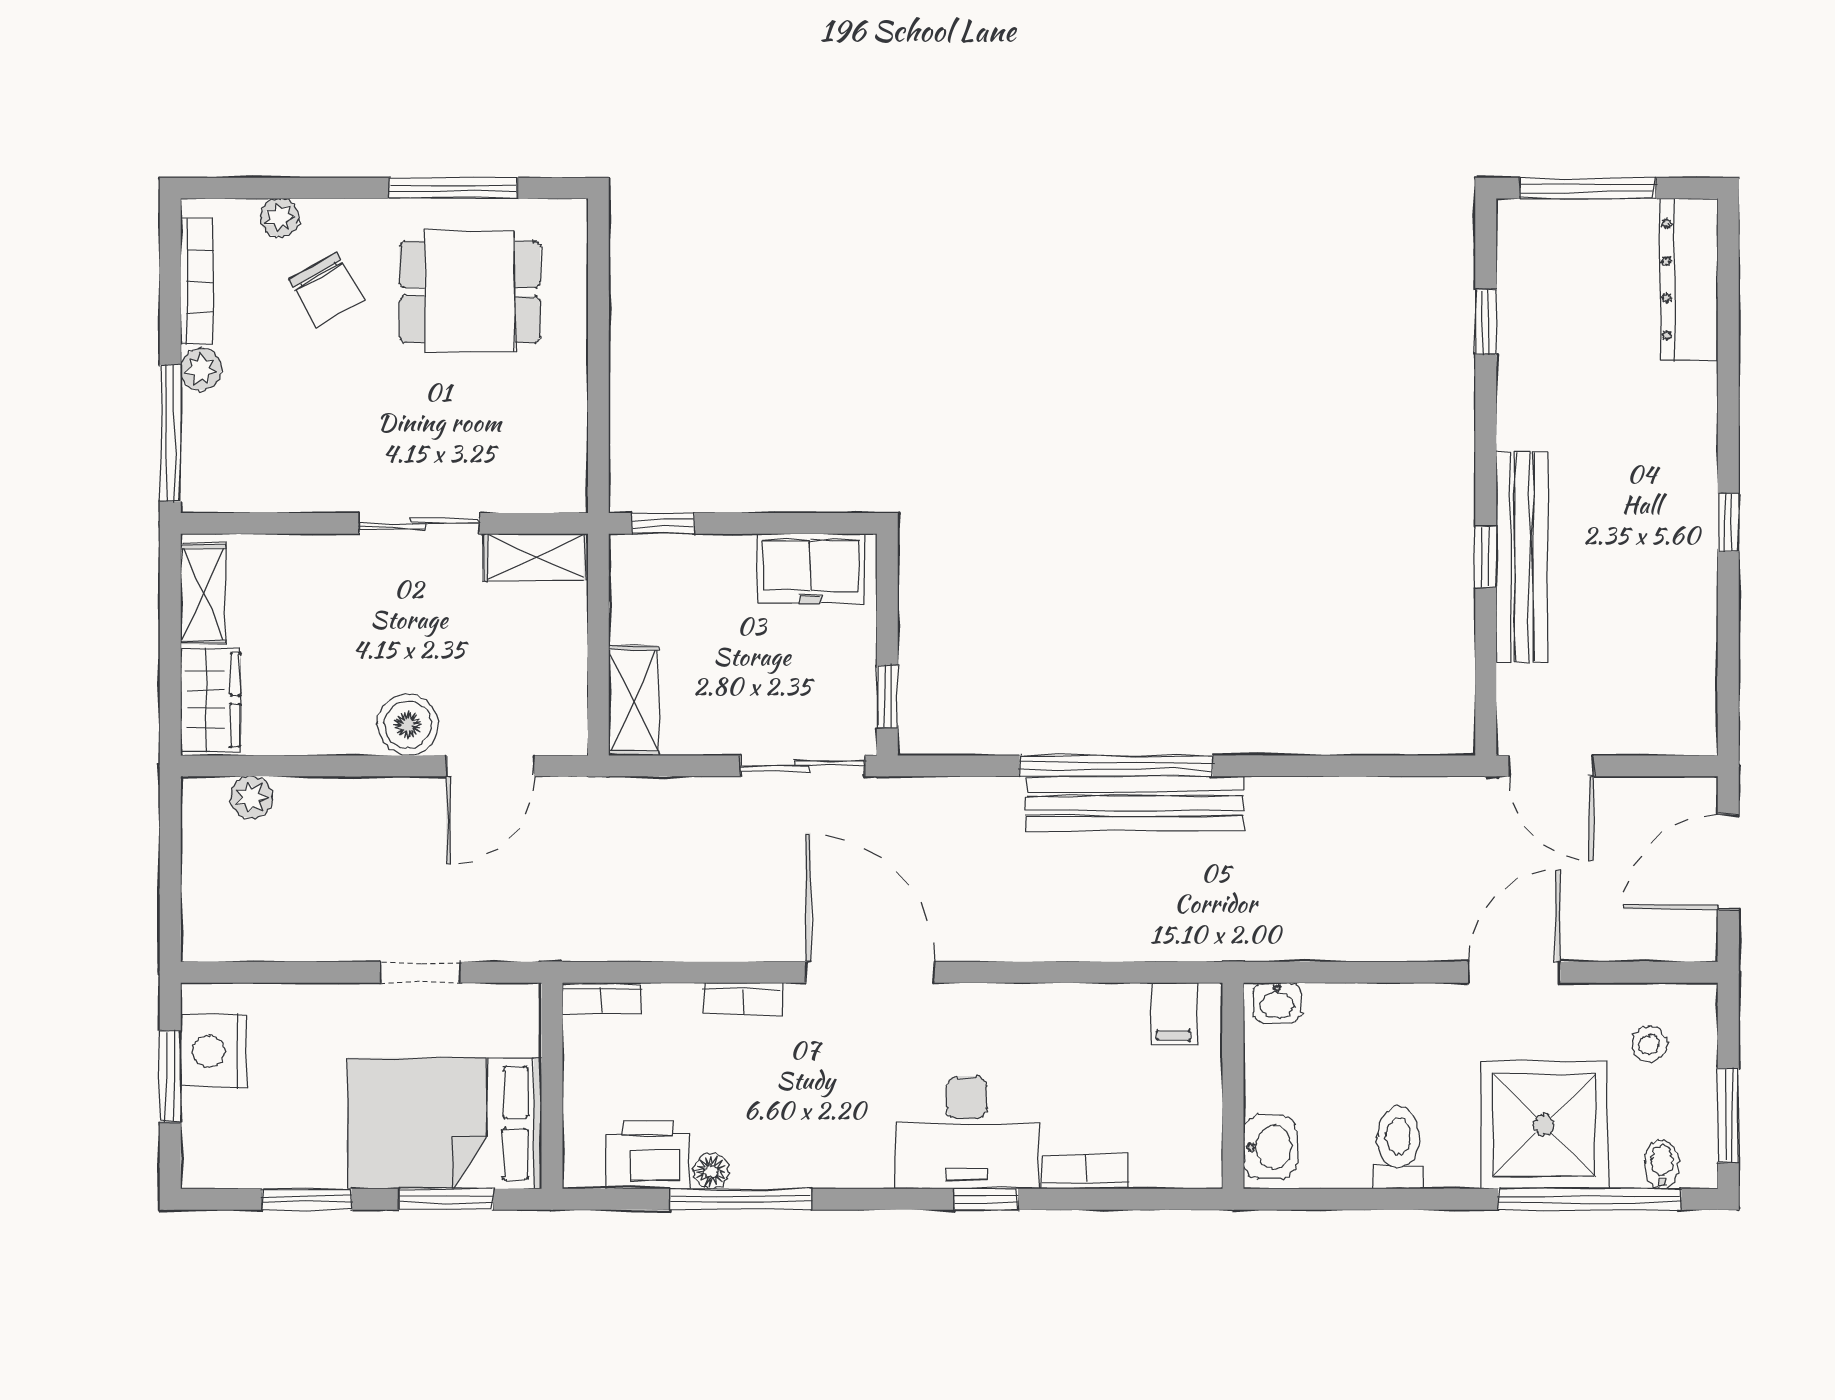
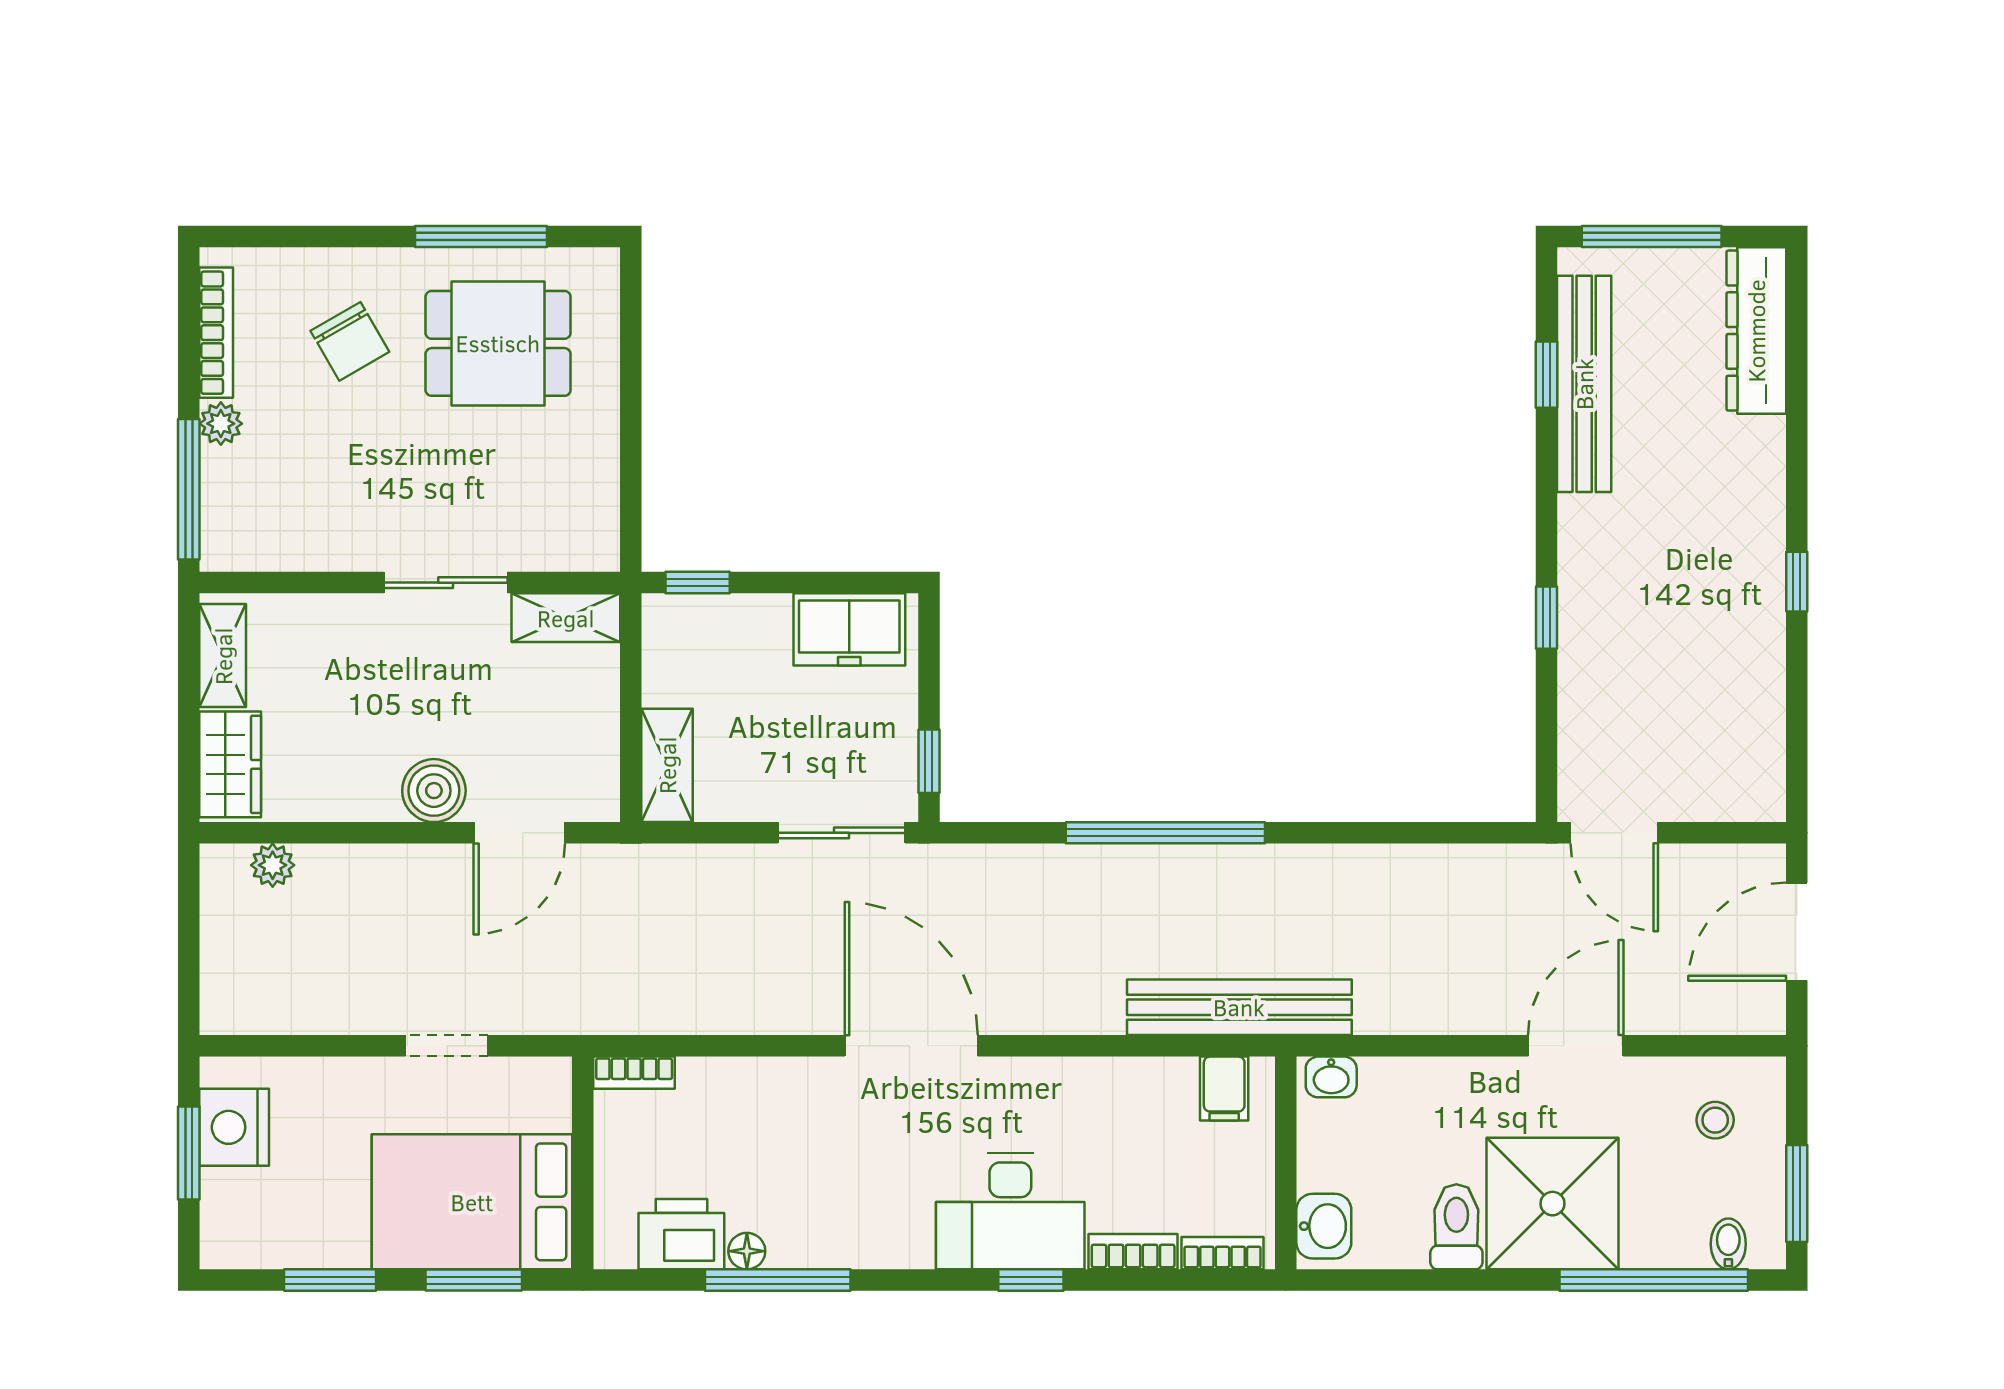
plant: (279, 218) -> (302, 267), removed
bench: (1522, 557) -> (1584, 384), moved
bench: (1135, 803) -> (1239, 1007), moved
bookcase: (743, 998) -> (1222, 1253), moved, turned 180
shower: (1544, 1125) -> (1553, 1204), moved

